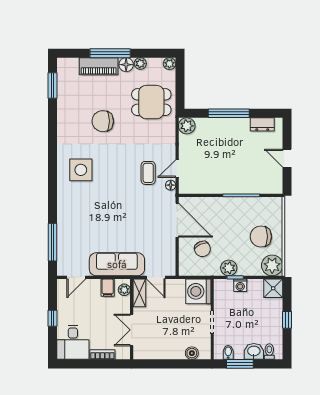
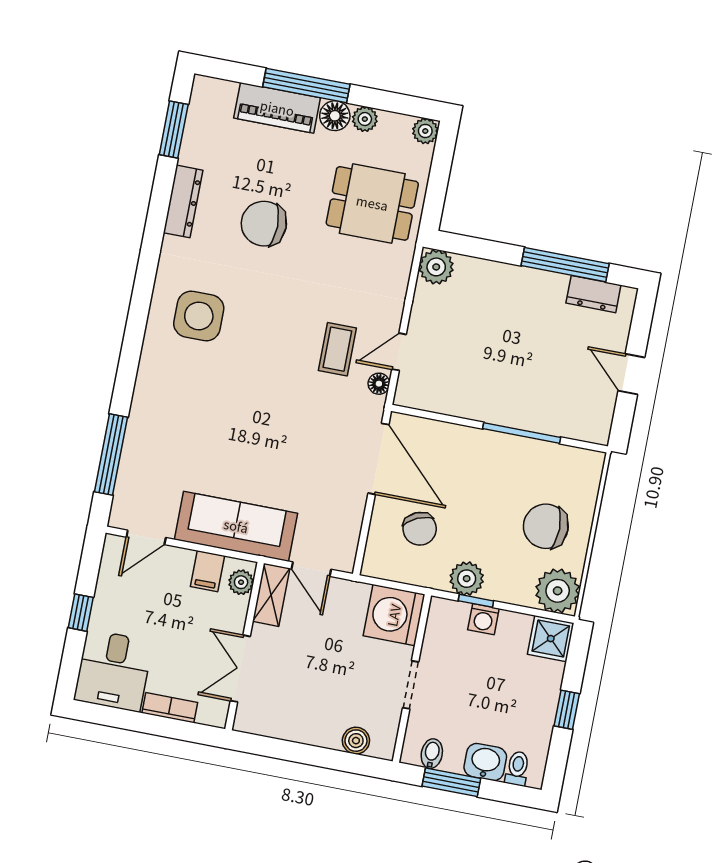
window: (229, 113) -> (565, 265), moved
dresser: (63, 118) -> (183, 201), added

